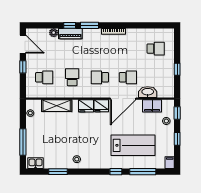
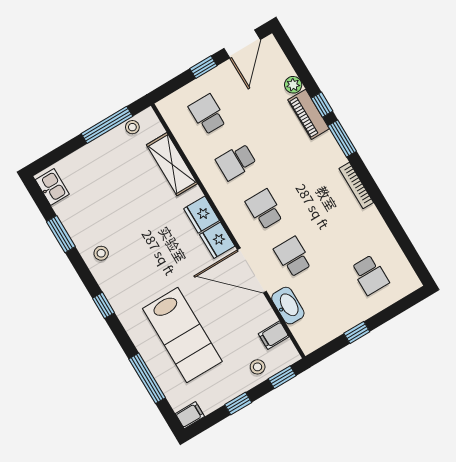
school desk: (44, 77) -> (208, 114), turned 180
school desk: (72, 77) -> (236, 162), turned 180
school desk: (128, 77) -> (293, 257), turned 180
filing cabinet: (152, 106) -> (274, 335), width x0.50
window: (23, 142) -> (107, 125), moved
window: (116, 172) -> (104, 305), moved

